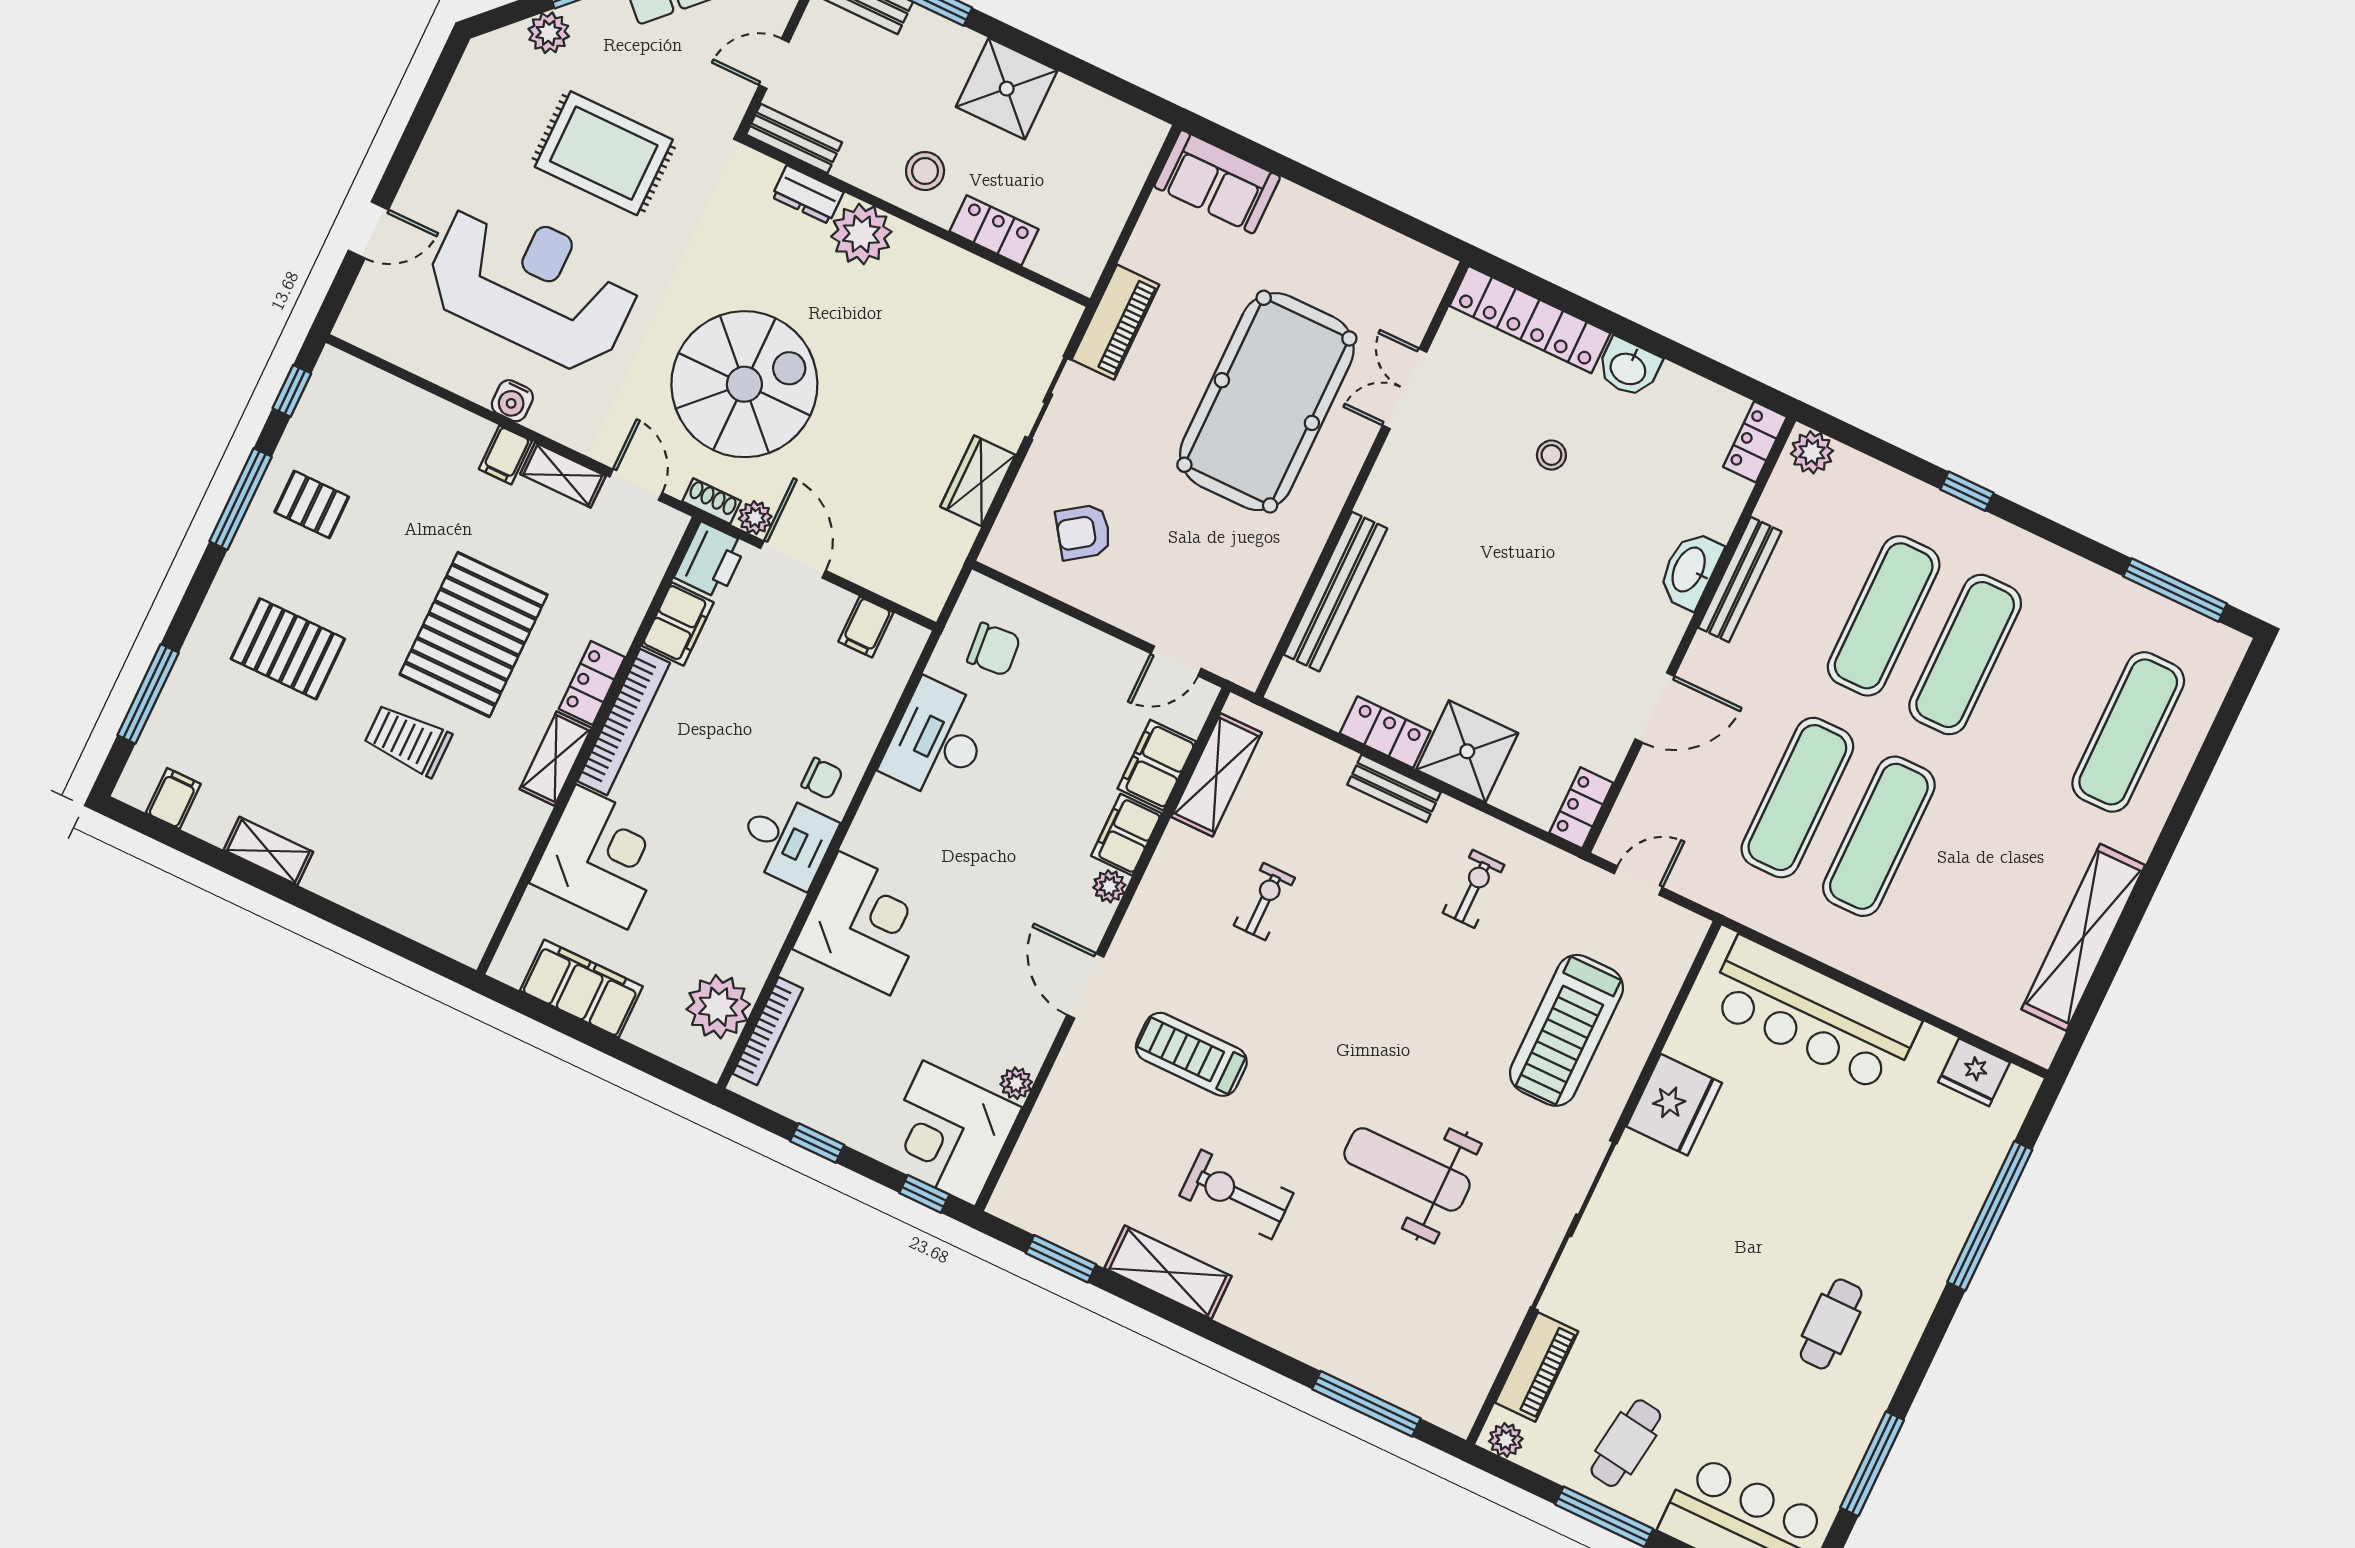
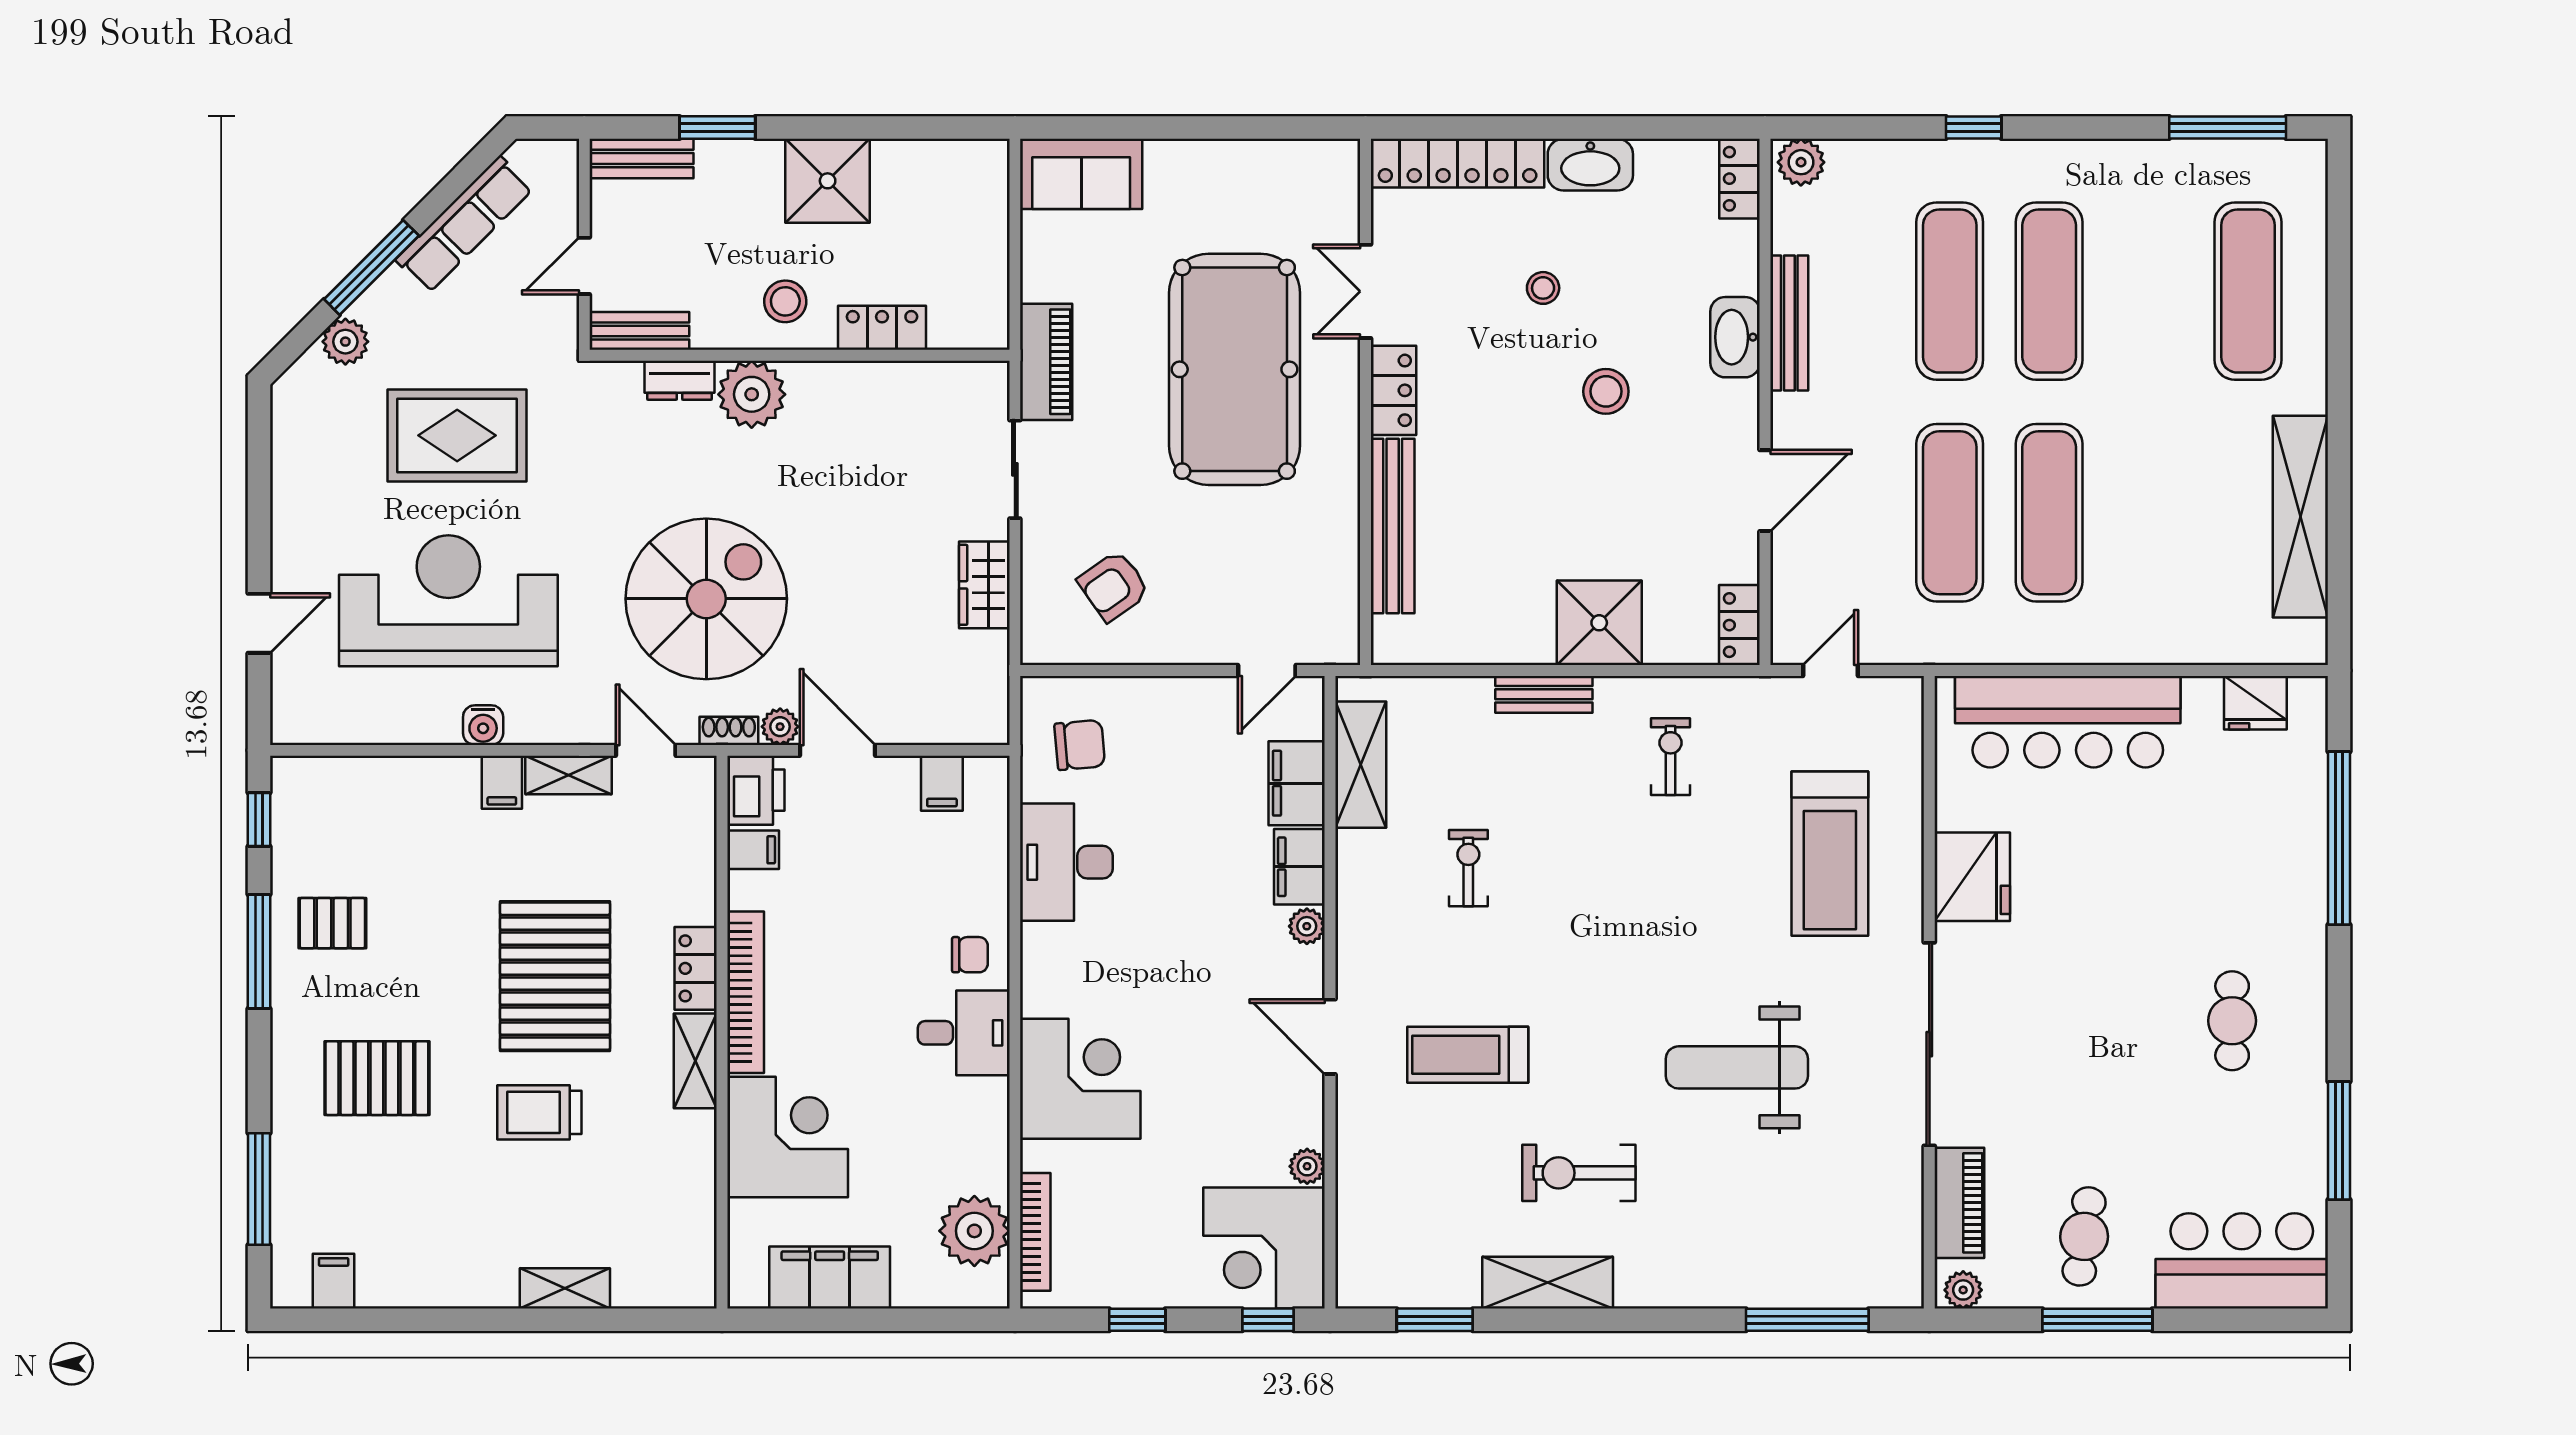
washbasin: (1629, 368) -> (1590, 165), width x1.38
stool: (1563, 564) -> (1606, 391), added
filing cabinet: (678, 624) -> (753, 850), width x0.50
locker: (1385, 732) -> (1393, 390), moved, turned 90
shelving: (268, 851) -> (565, 1288), moved

